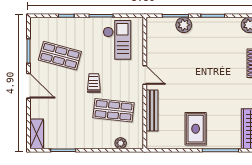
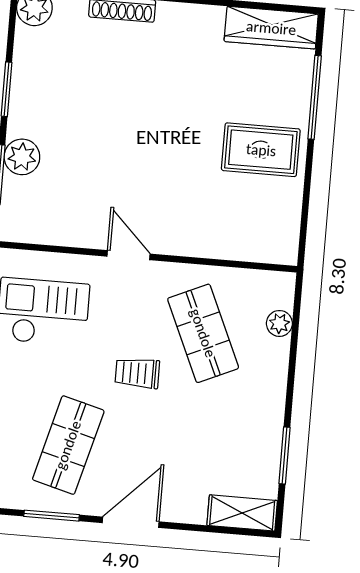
door: (145, 75) -> (128, 255), hinge flipped
shop shelf: (114, 110) -> (203, 333), turned -30
bench: (152, 110) -> (211, 246), removed

